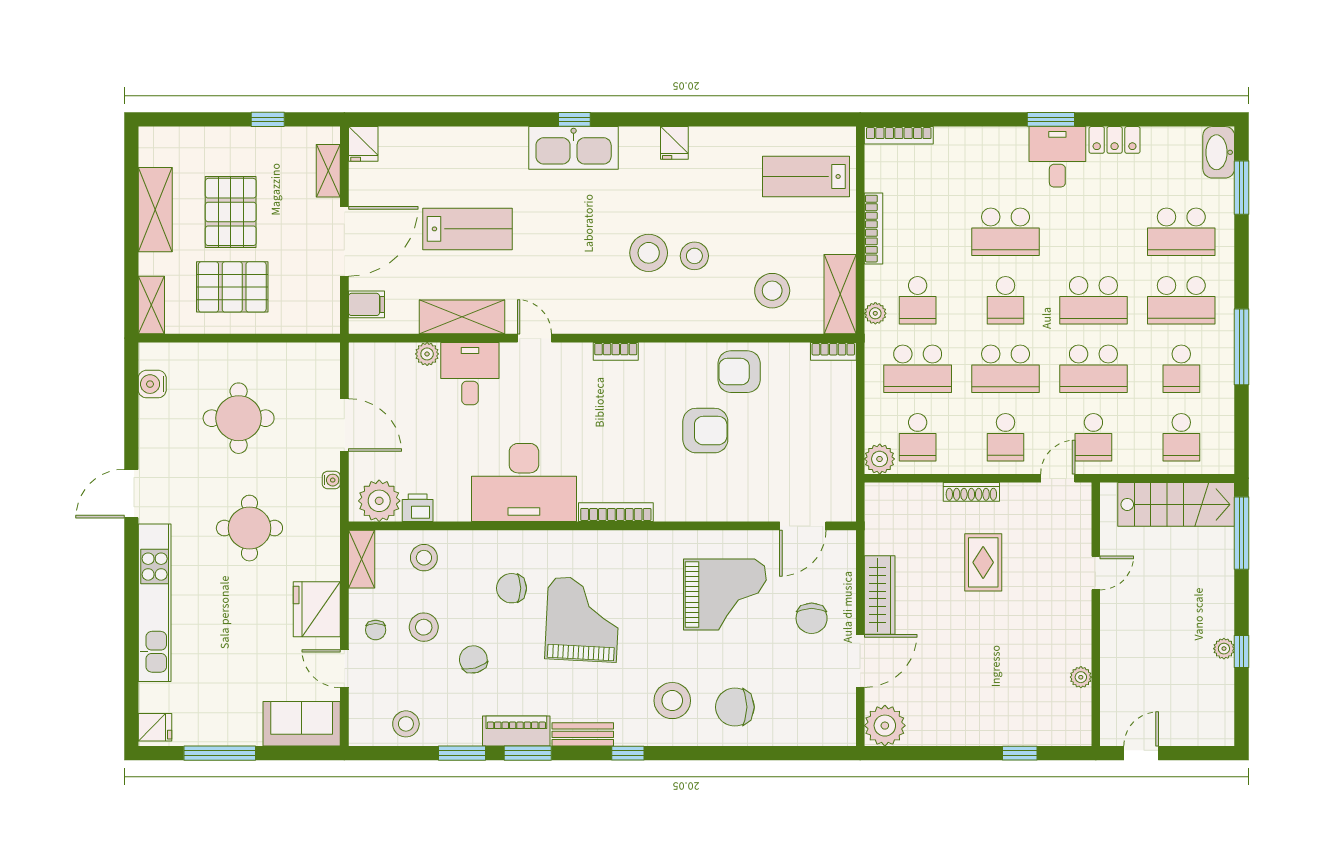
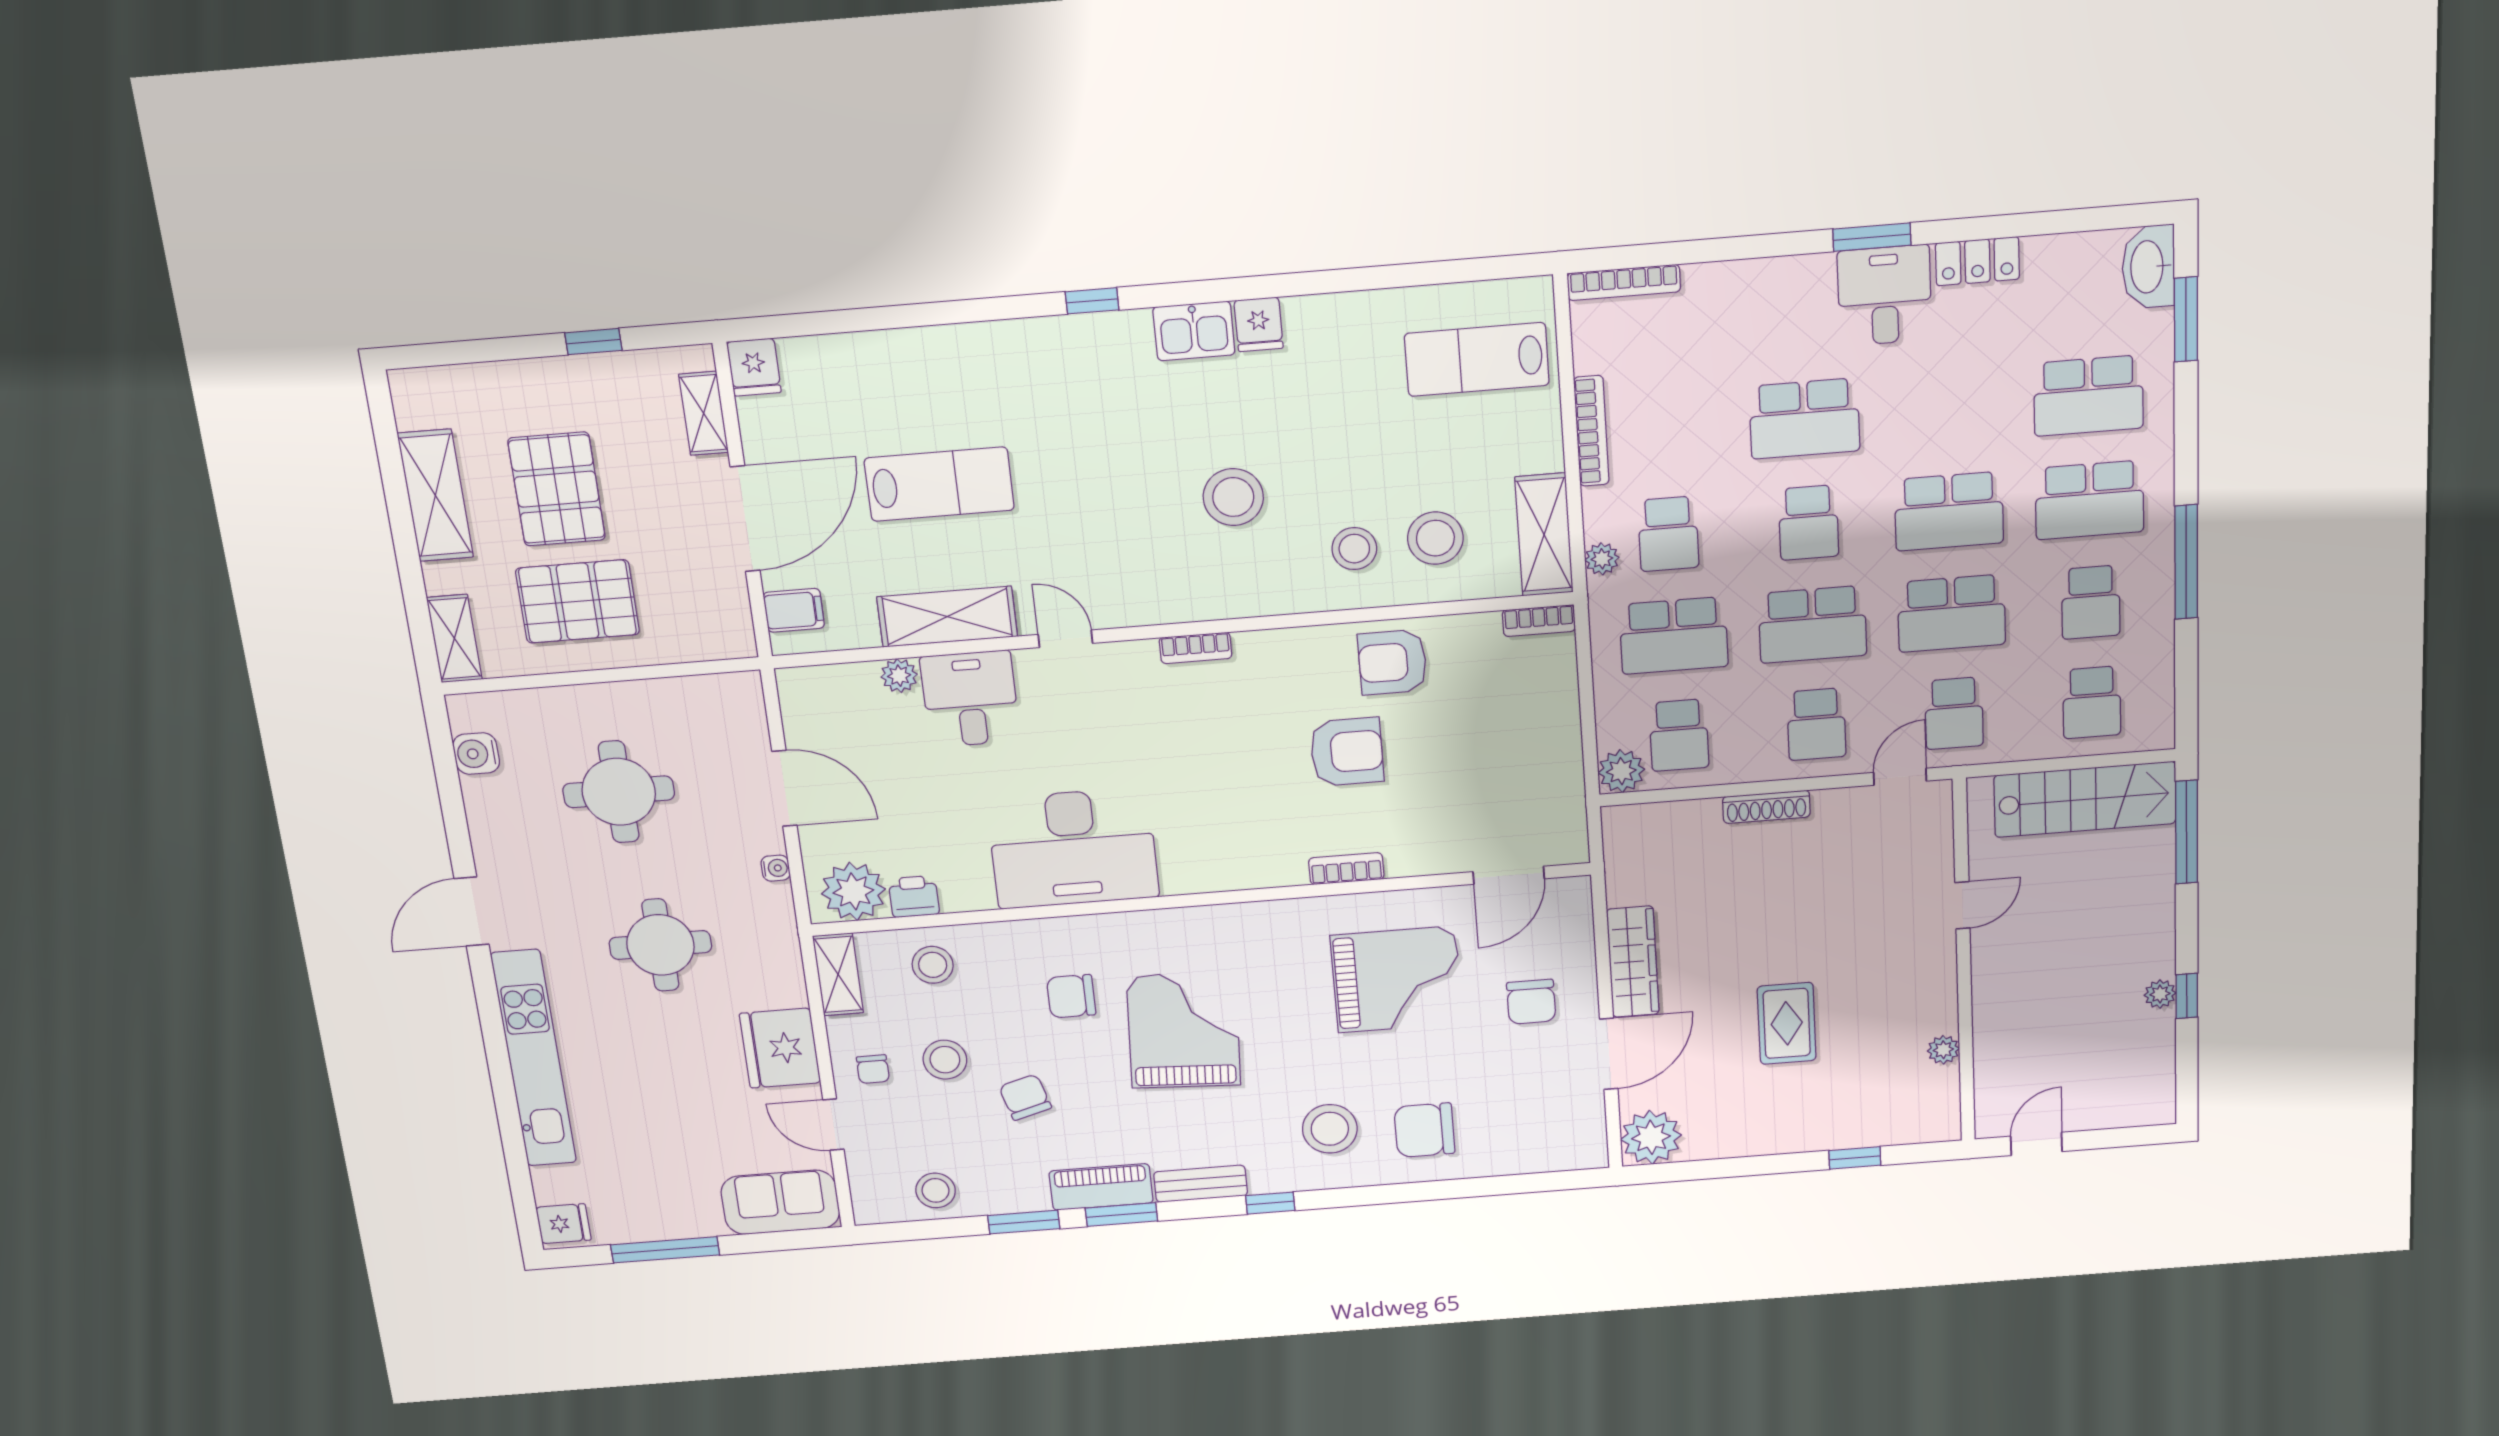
kitchen sink: (574, 148) -> (1194, 331), moved, width x0.53, depth x0.81
stool: (694, 256) -> (1354, 549), moved
bookcase: (616, 512) -> (1346, 869), moved, width x0.64
rug: (983, 562) -> (1787, 1023), moved

